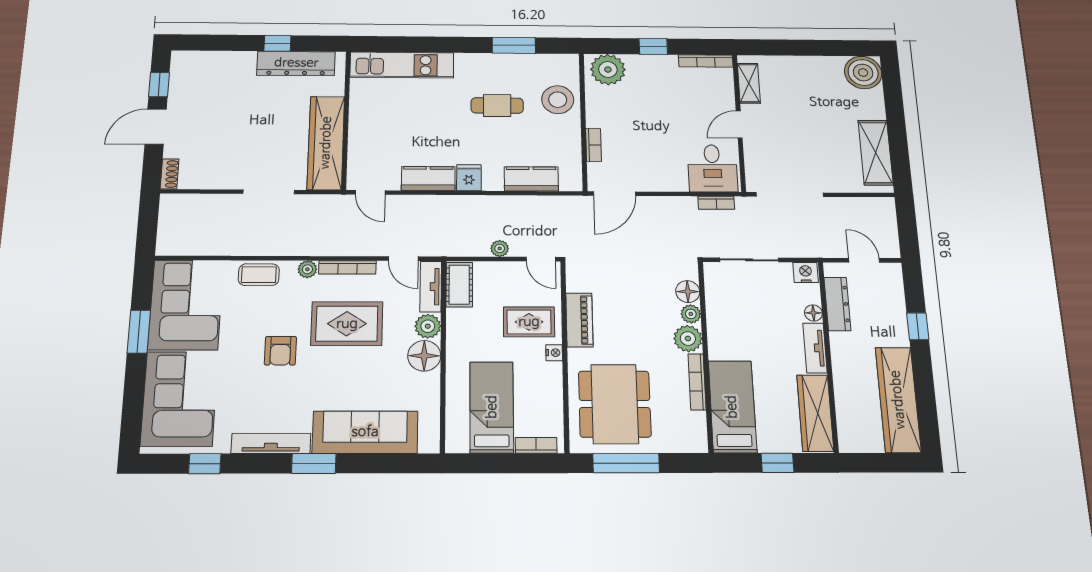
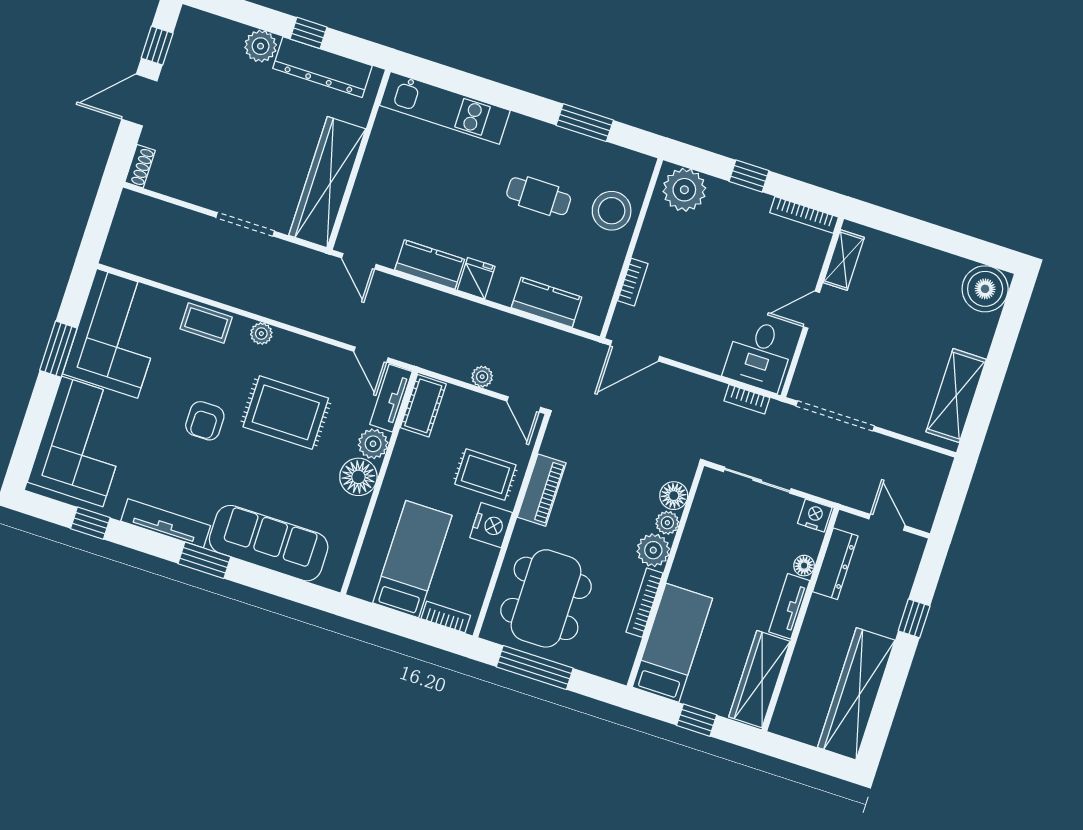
plant: (242, 63) -> (261, 46), added
bookcase: (347, 267) -> (306, 345), removed
nightstand: (554, 353) -> (491, 525), width x1.89, depth x1.79

